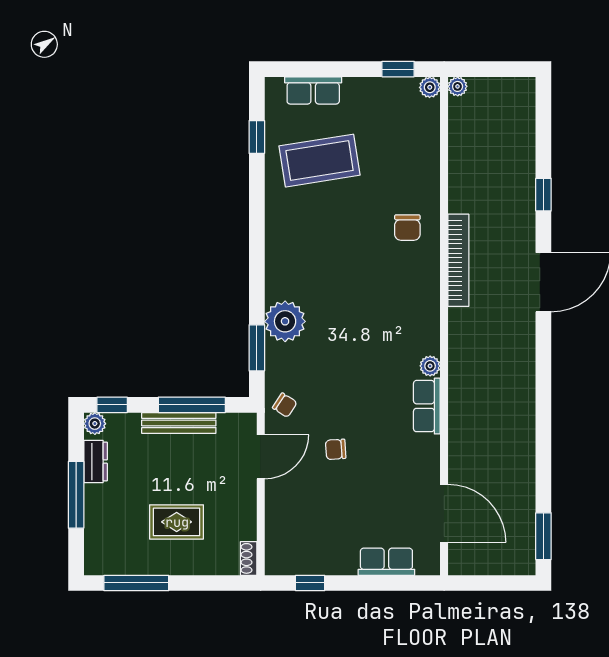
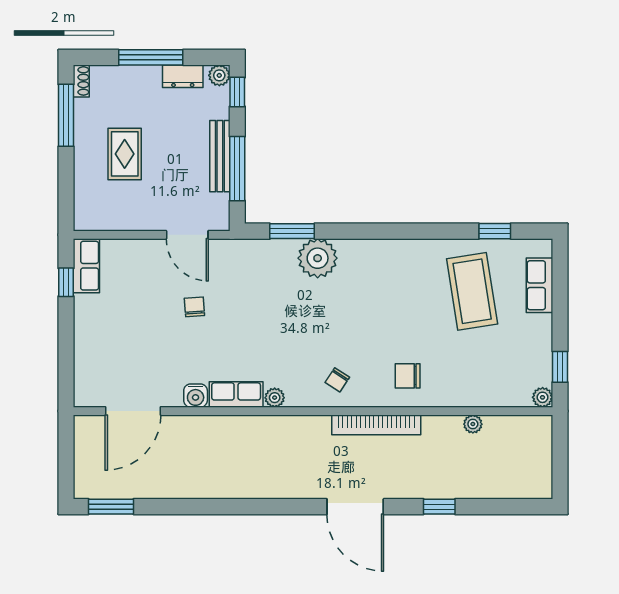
plant: (458, 86) -> (473, 424), moved
chair: (285, 405) -> (337, 380), moved
water cooler: (428, 448) -> (196, 396), added
shoe rack: (249, 558) -> (81, 81), moved, turned 90
row of seats: (386, 562) -> (86, 266), moved

